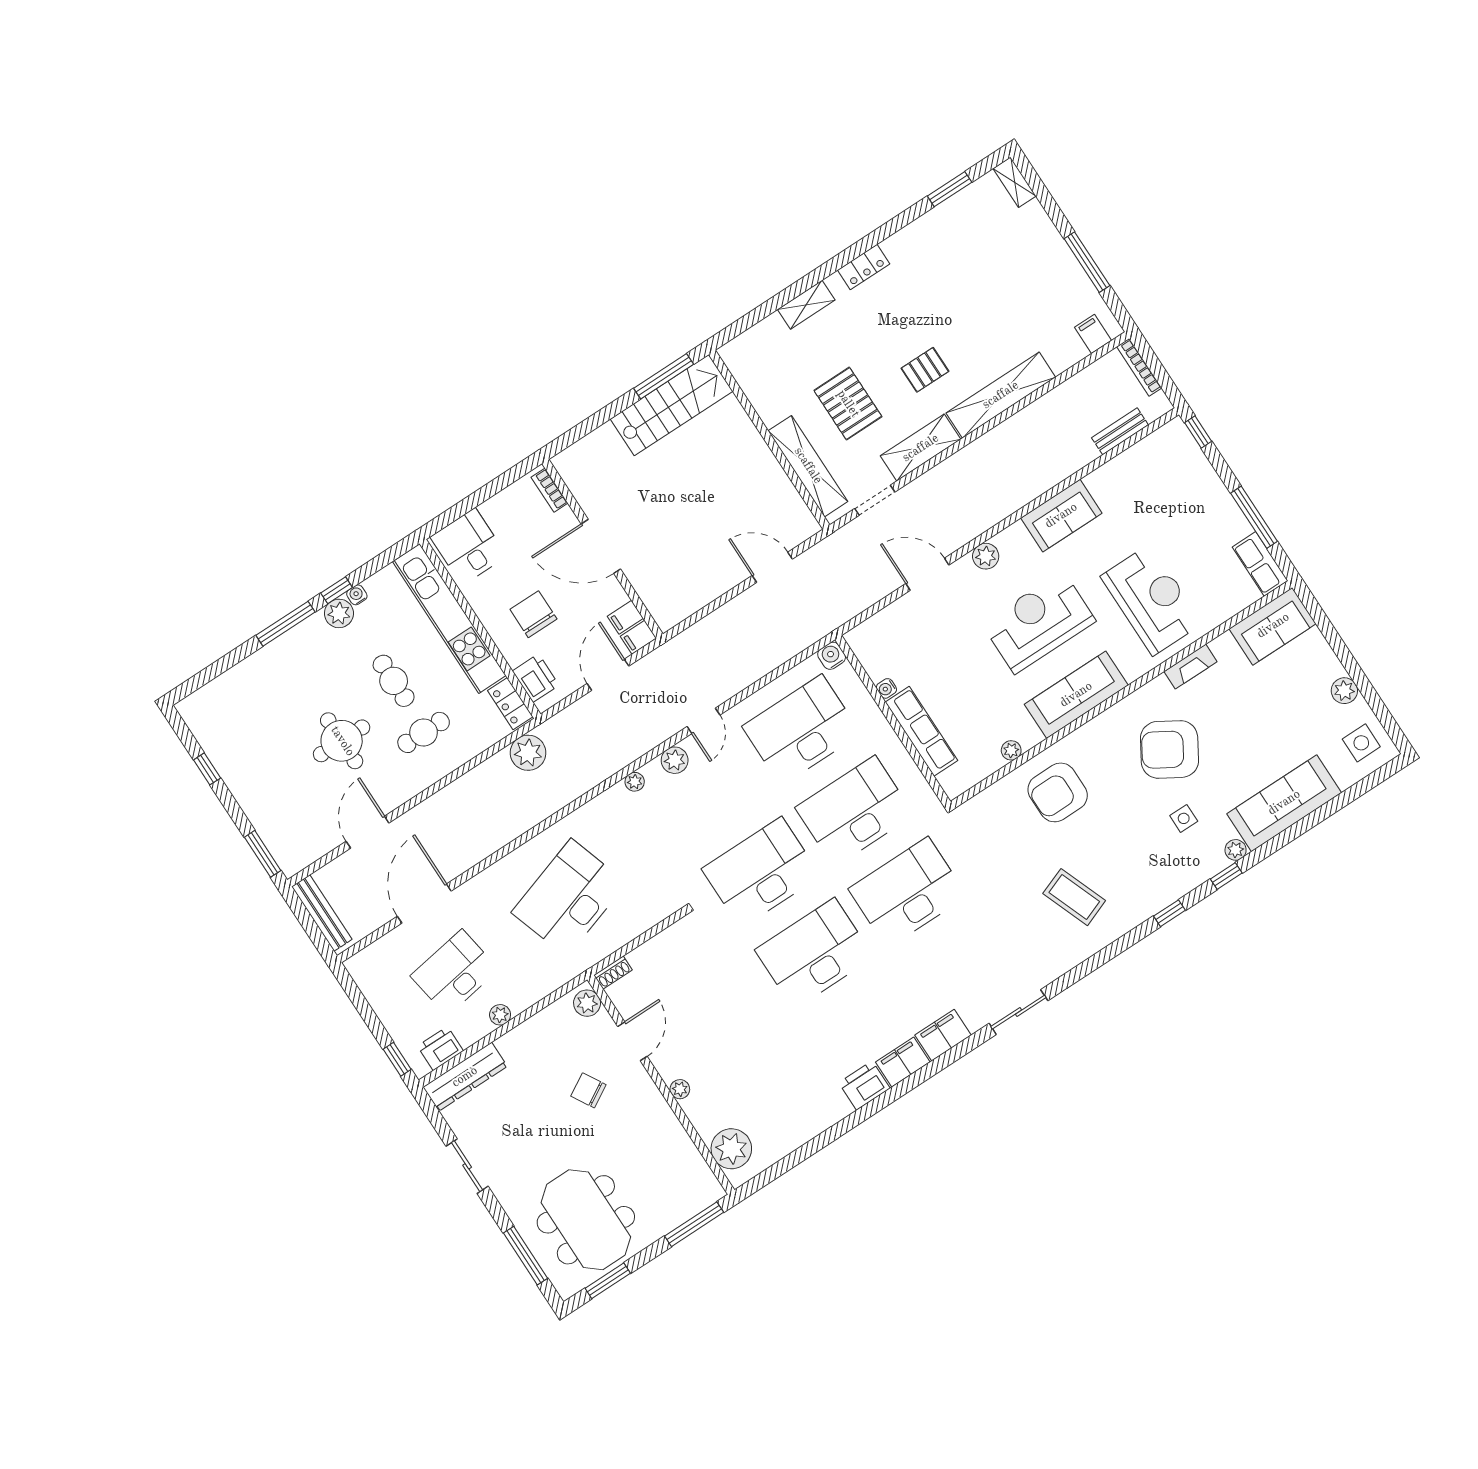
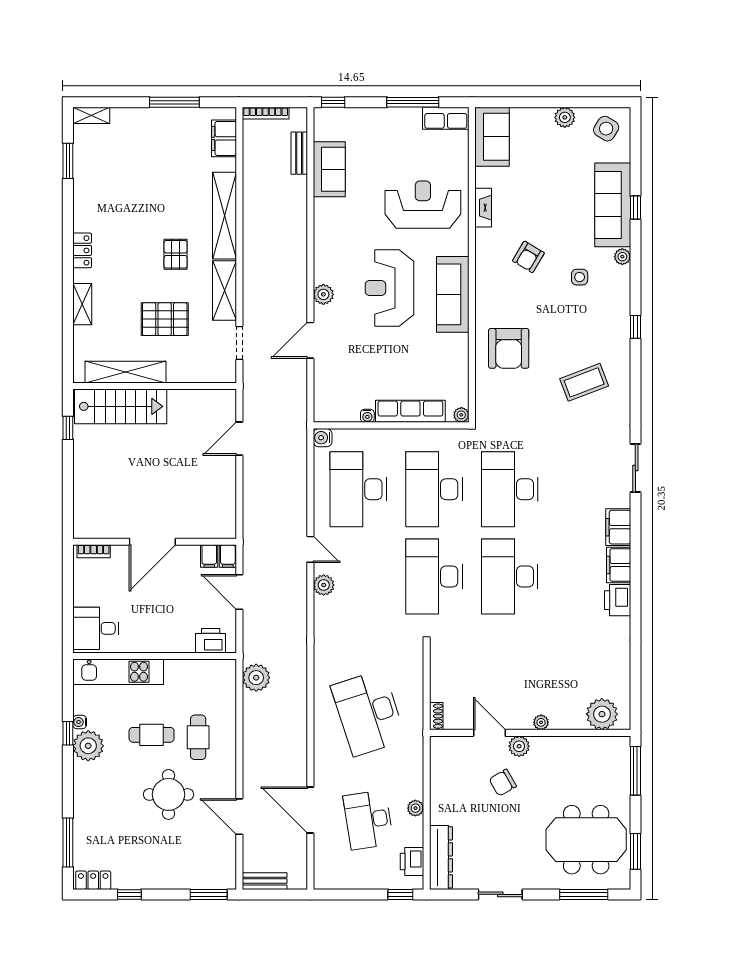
filing cabinet: (1093, 334) -> (224, 138), width x2.00
window: (664, 376) -> (68, 428), width x0.46
stairs: (672, 405) -> (121, 406), moved, turned 90
shelving: (808, 466) -> (126, 372), moved
sofa: (1061, 516) -> (329, 169), moved
plant: (339, 613) -> (88, 746), width x1.36, depth x1.36
chair: (533, 614) -> (168, 615), removed
kitchen unit: (449, 619) -> (118, 672), width x0.73
window: (285, 624) -> (68, 843), moved
locker: (510, 704) -> (93, 880), moved, turned 180
side table: (1361, 743) -> (606, 129), turned 32
armchair: (1169, 749) -> (528, 257), width x0.53, depth x0.53
plant: (1011, 750) -> (461, 415), moved
plant: (635, 782) -> (321, 620), removed
window: (1226, 876) -> (635, 208), moved
bench: (322, 913) -> (265, 881), width x0.73
plant: (587, 1003) -> (519, 746), moved

